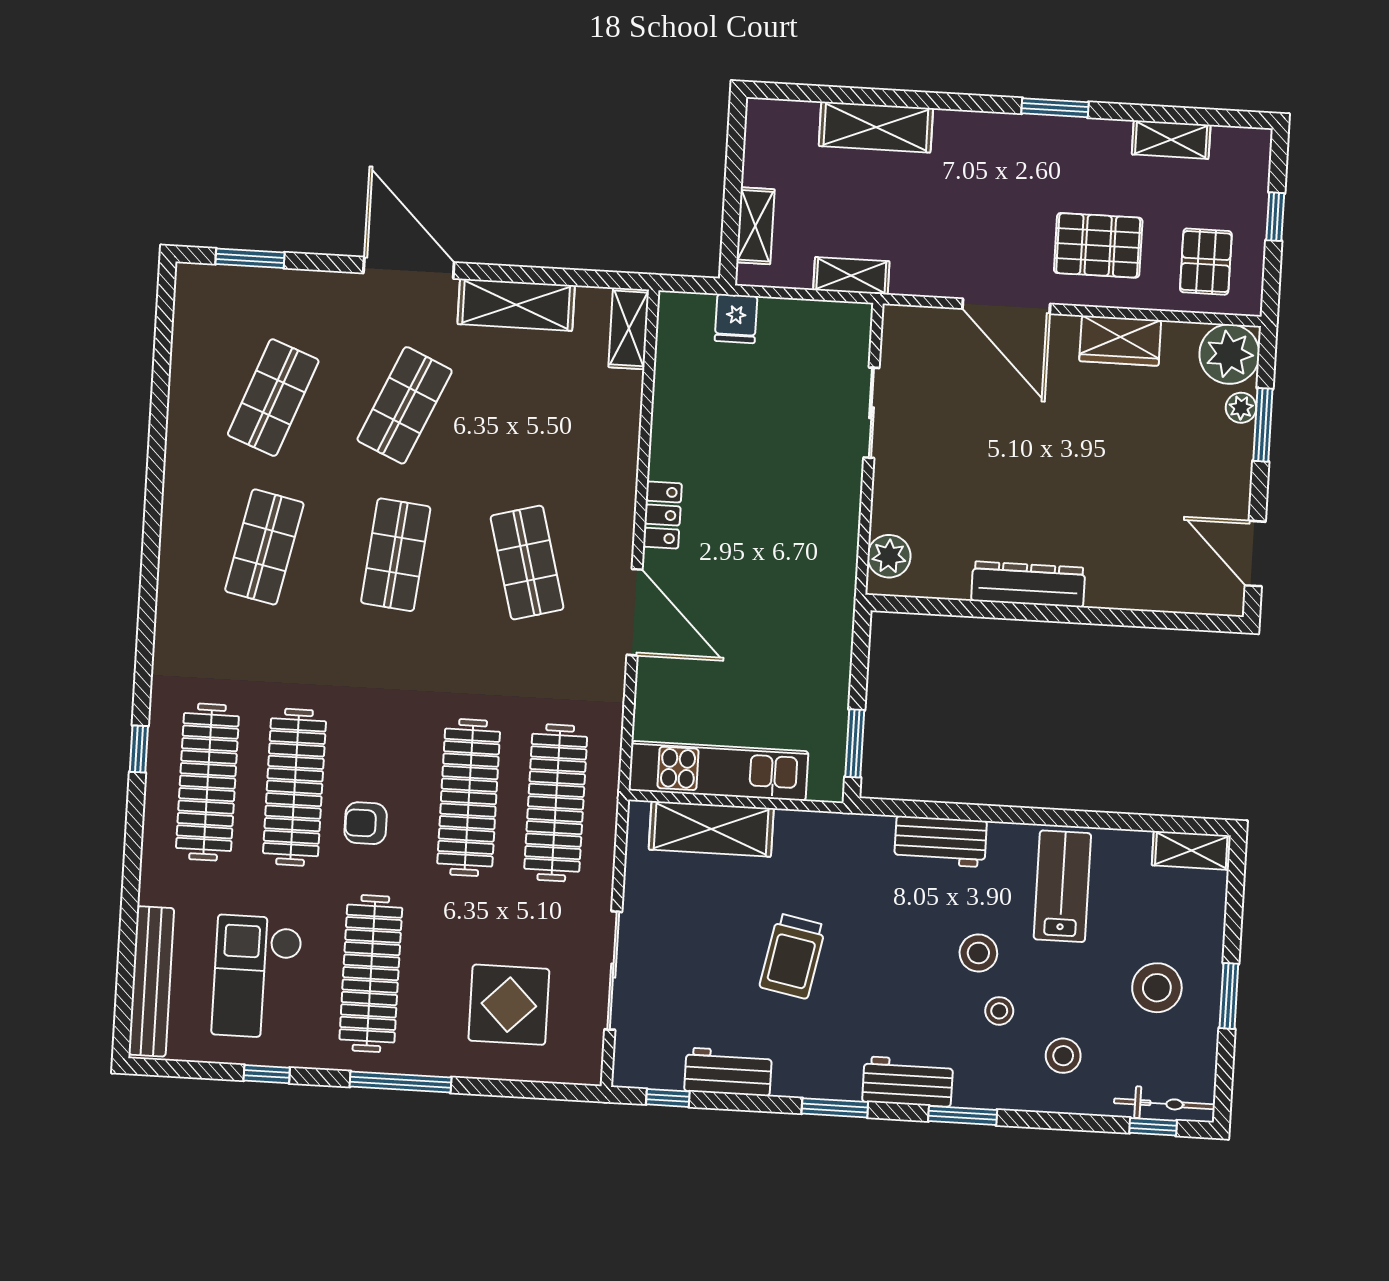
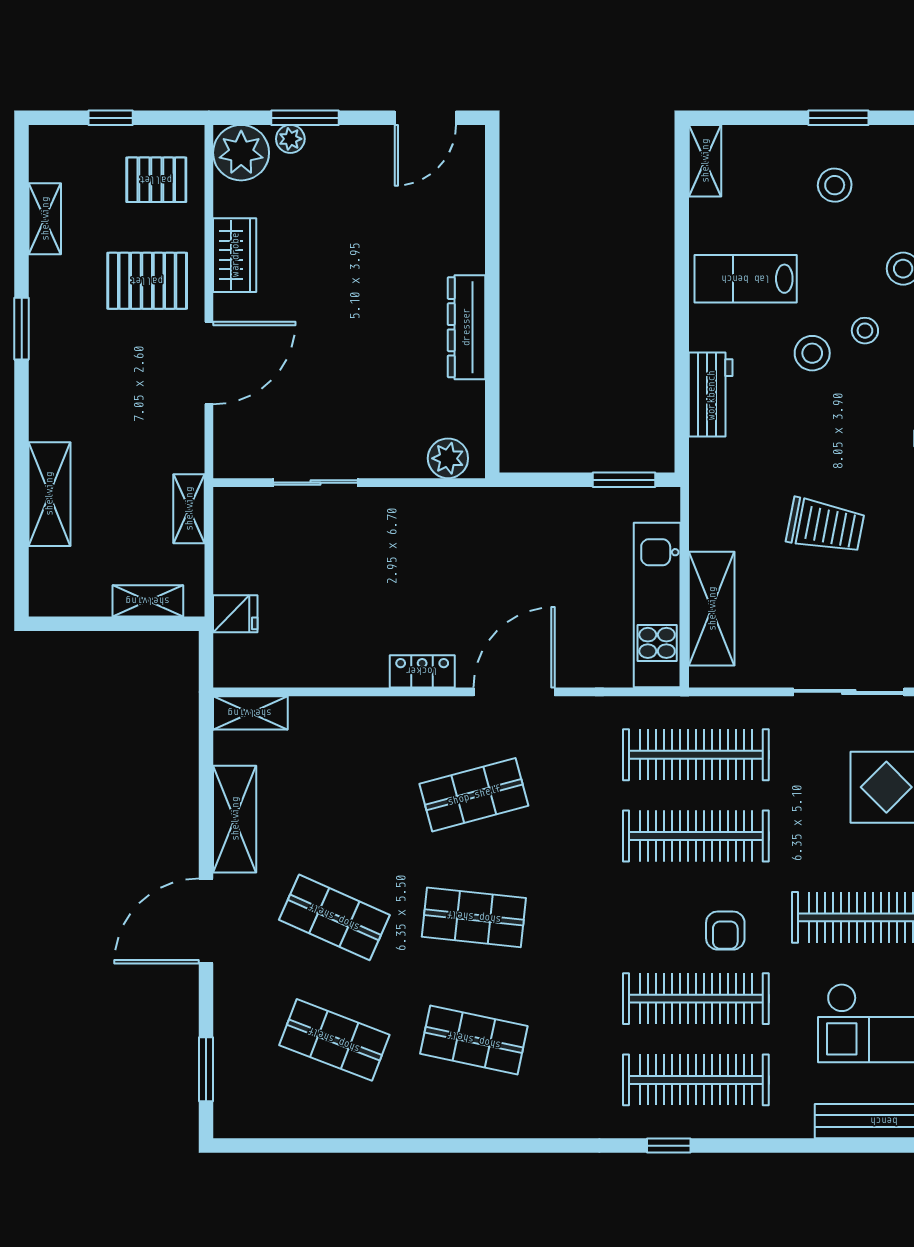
pallet: (1098, 245) -> (147, 281), turned 90
stool: (1157, 988) -> (835, 185), width x0.73, depth x0.73

